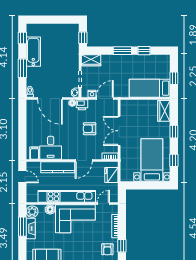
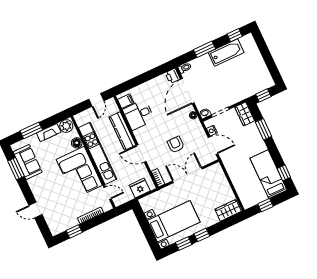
window: (122, 51) -> (263, 129), moved
window: (144, 51) -> (284, 173), moved
bed: (150, 88) -> (269, 174), moved
printer: (82, 105) -> (173, 76), moved
window: (174, 132) -> (202, 235), moved
window: (22, 227) -> (31, 130), moved
armchair: (107, 249) -> (64, 219), removed

